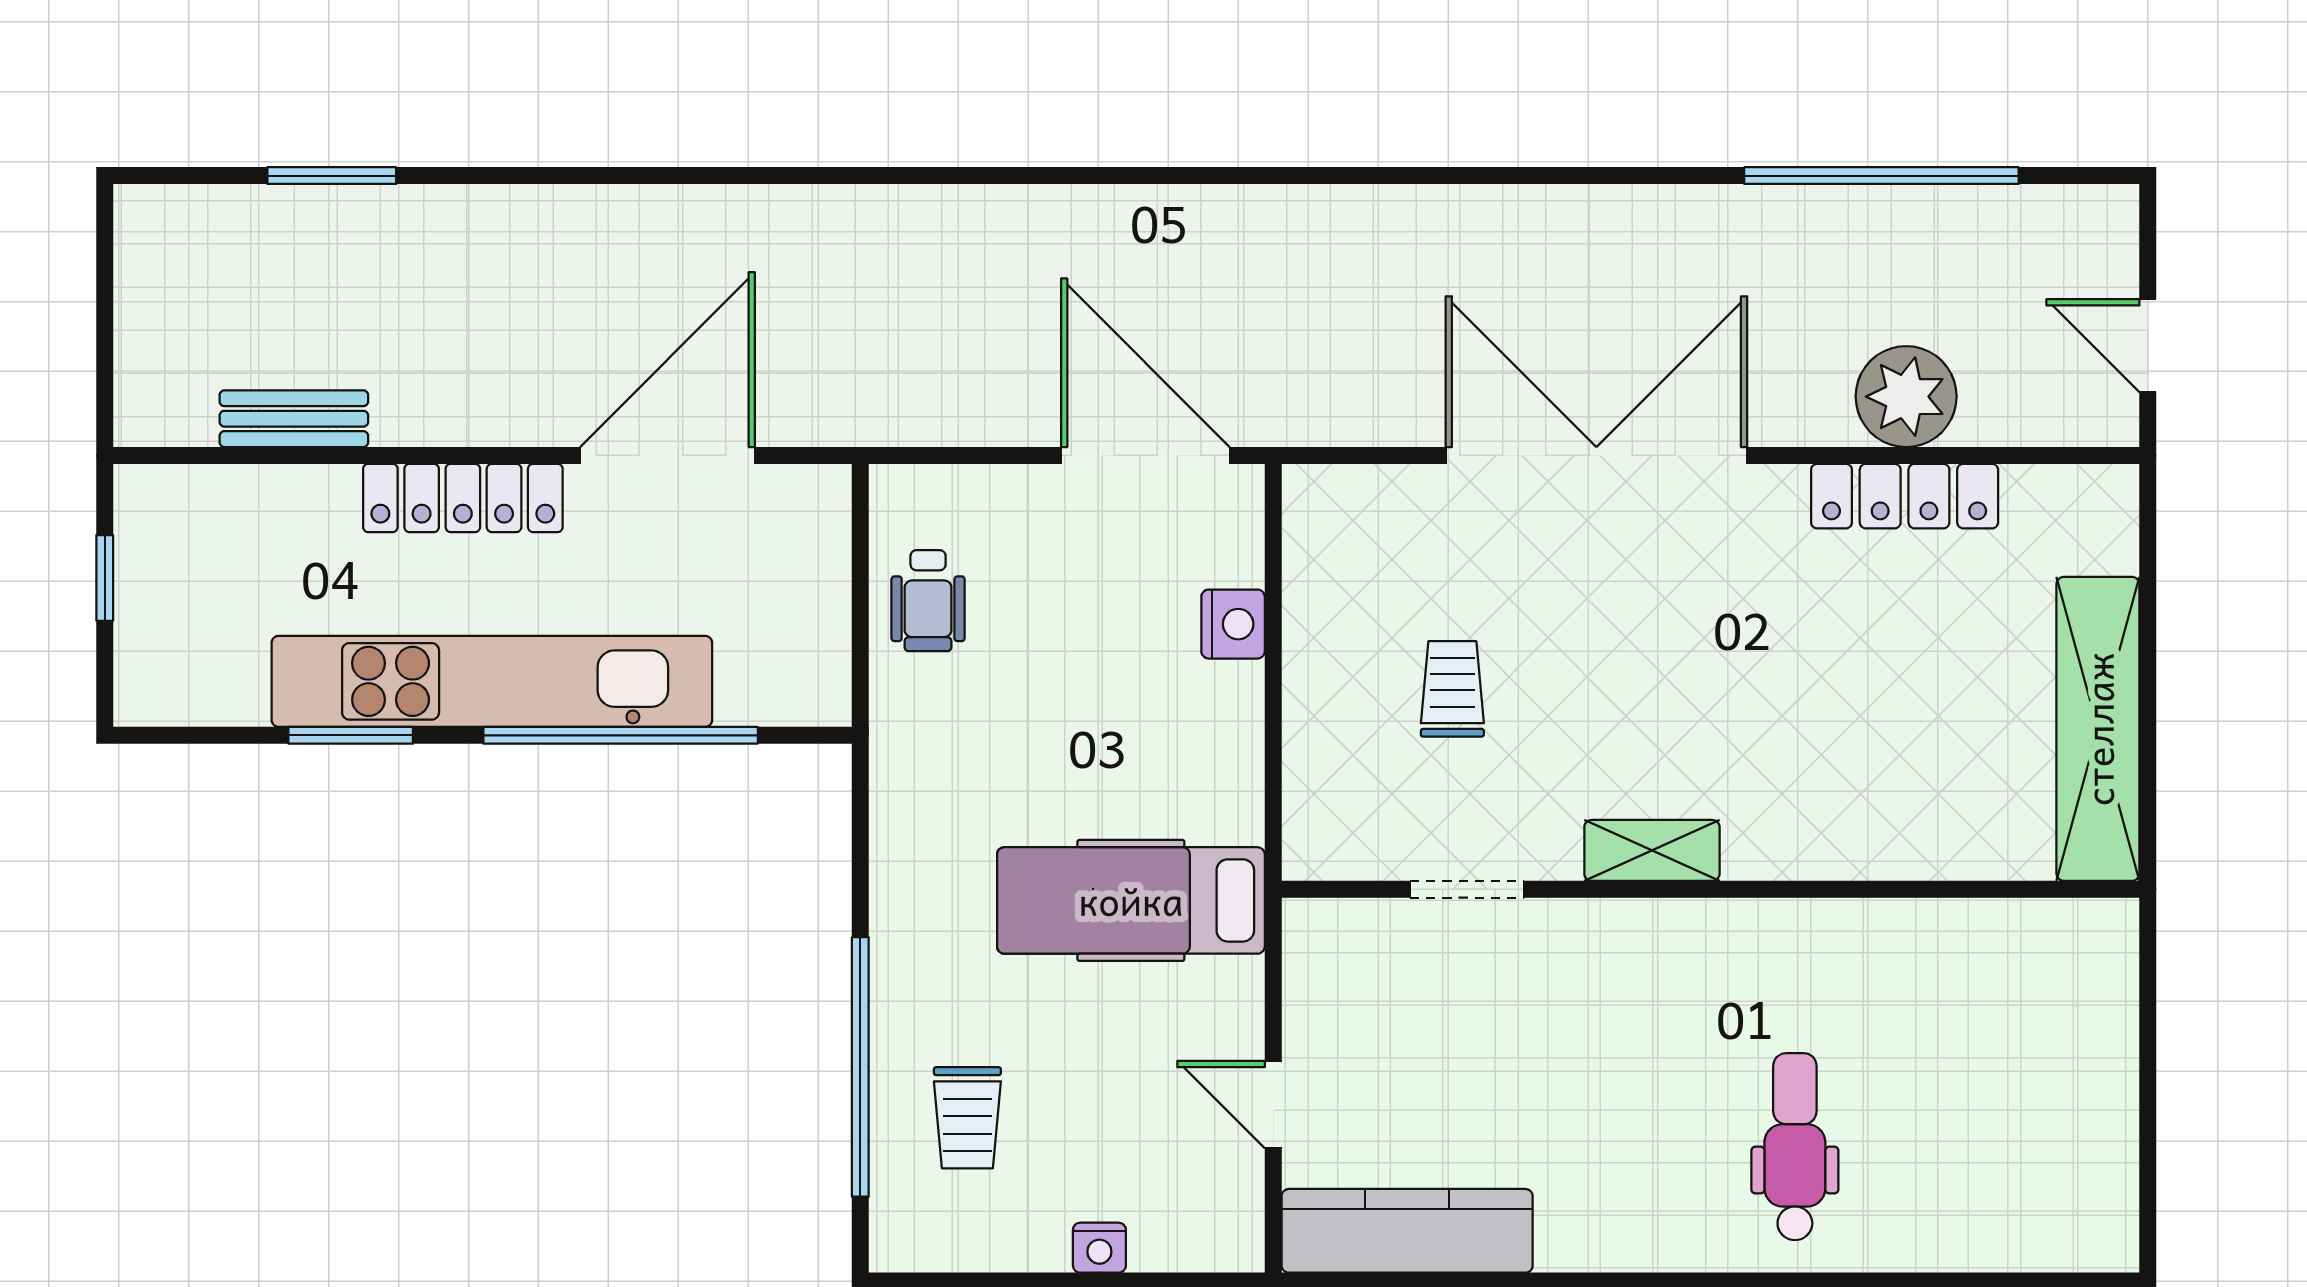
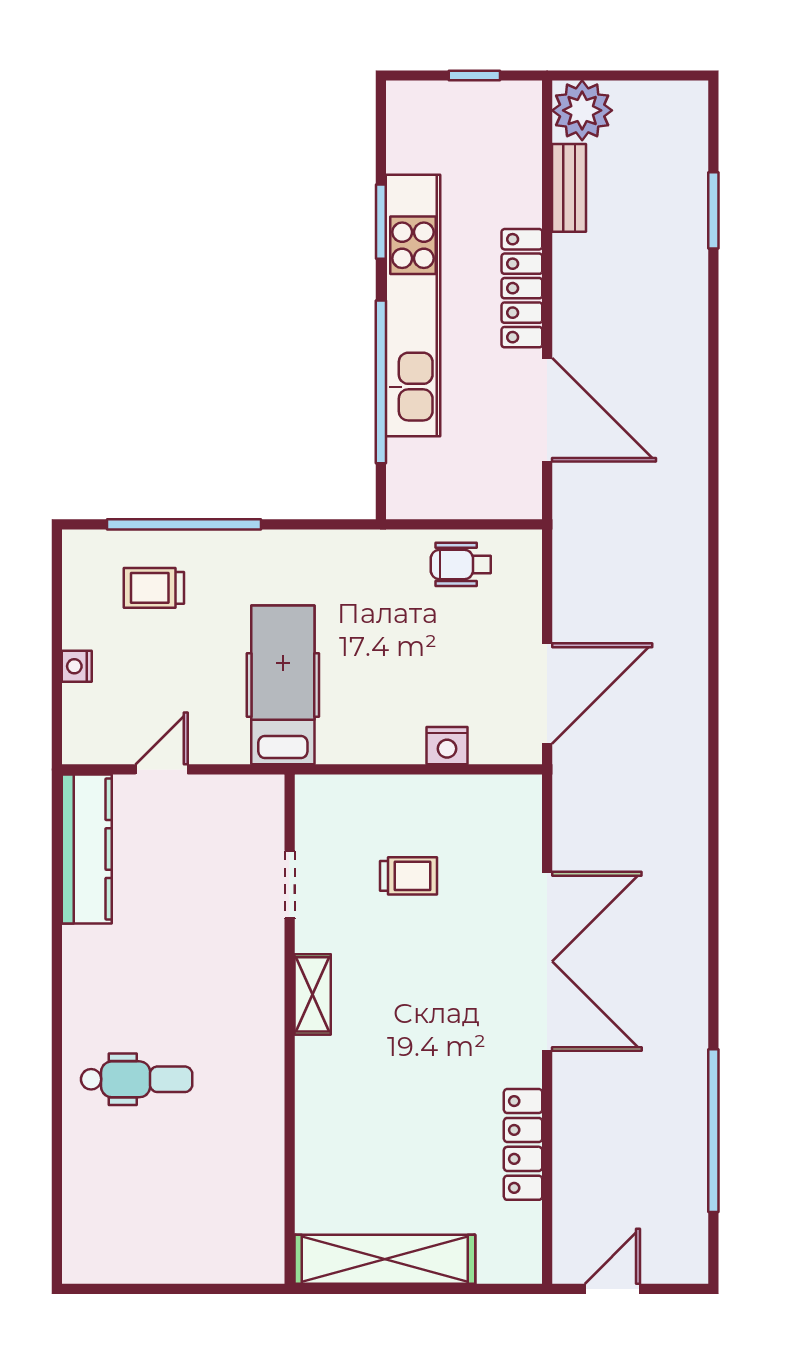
plant: (1906, 397) -> (582, 110), moved

